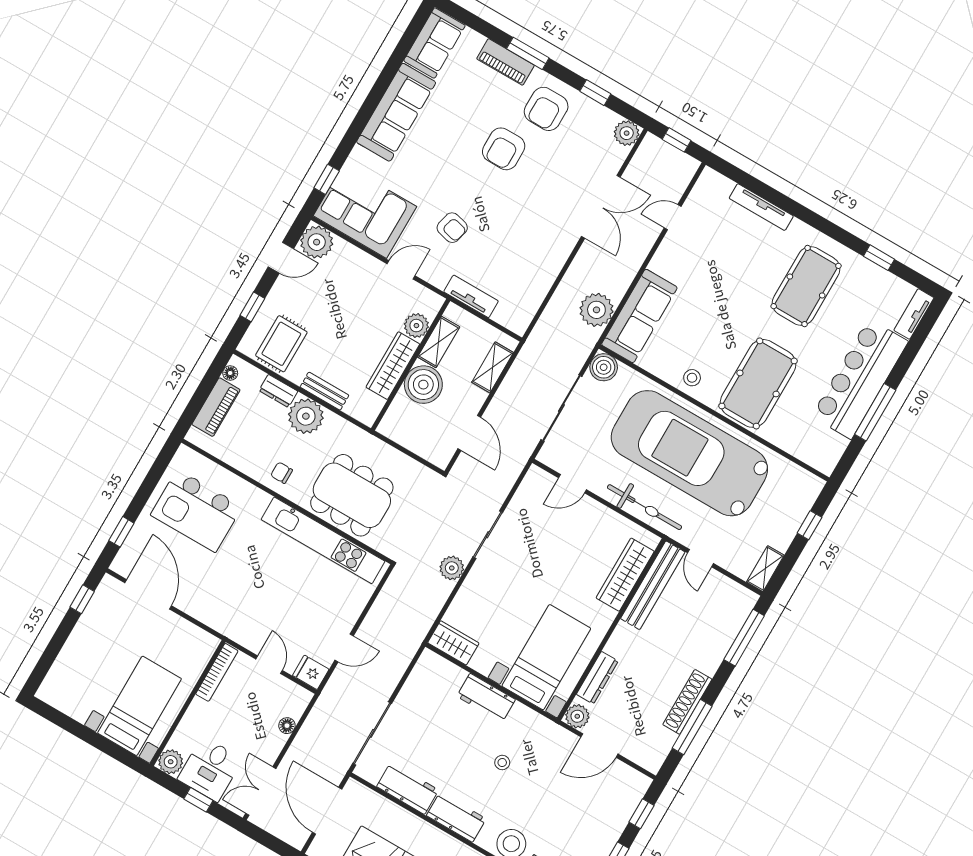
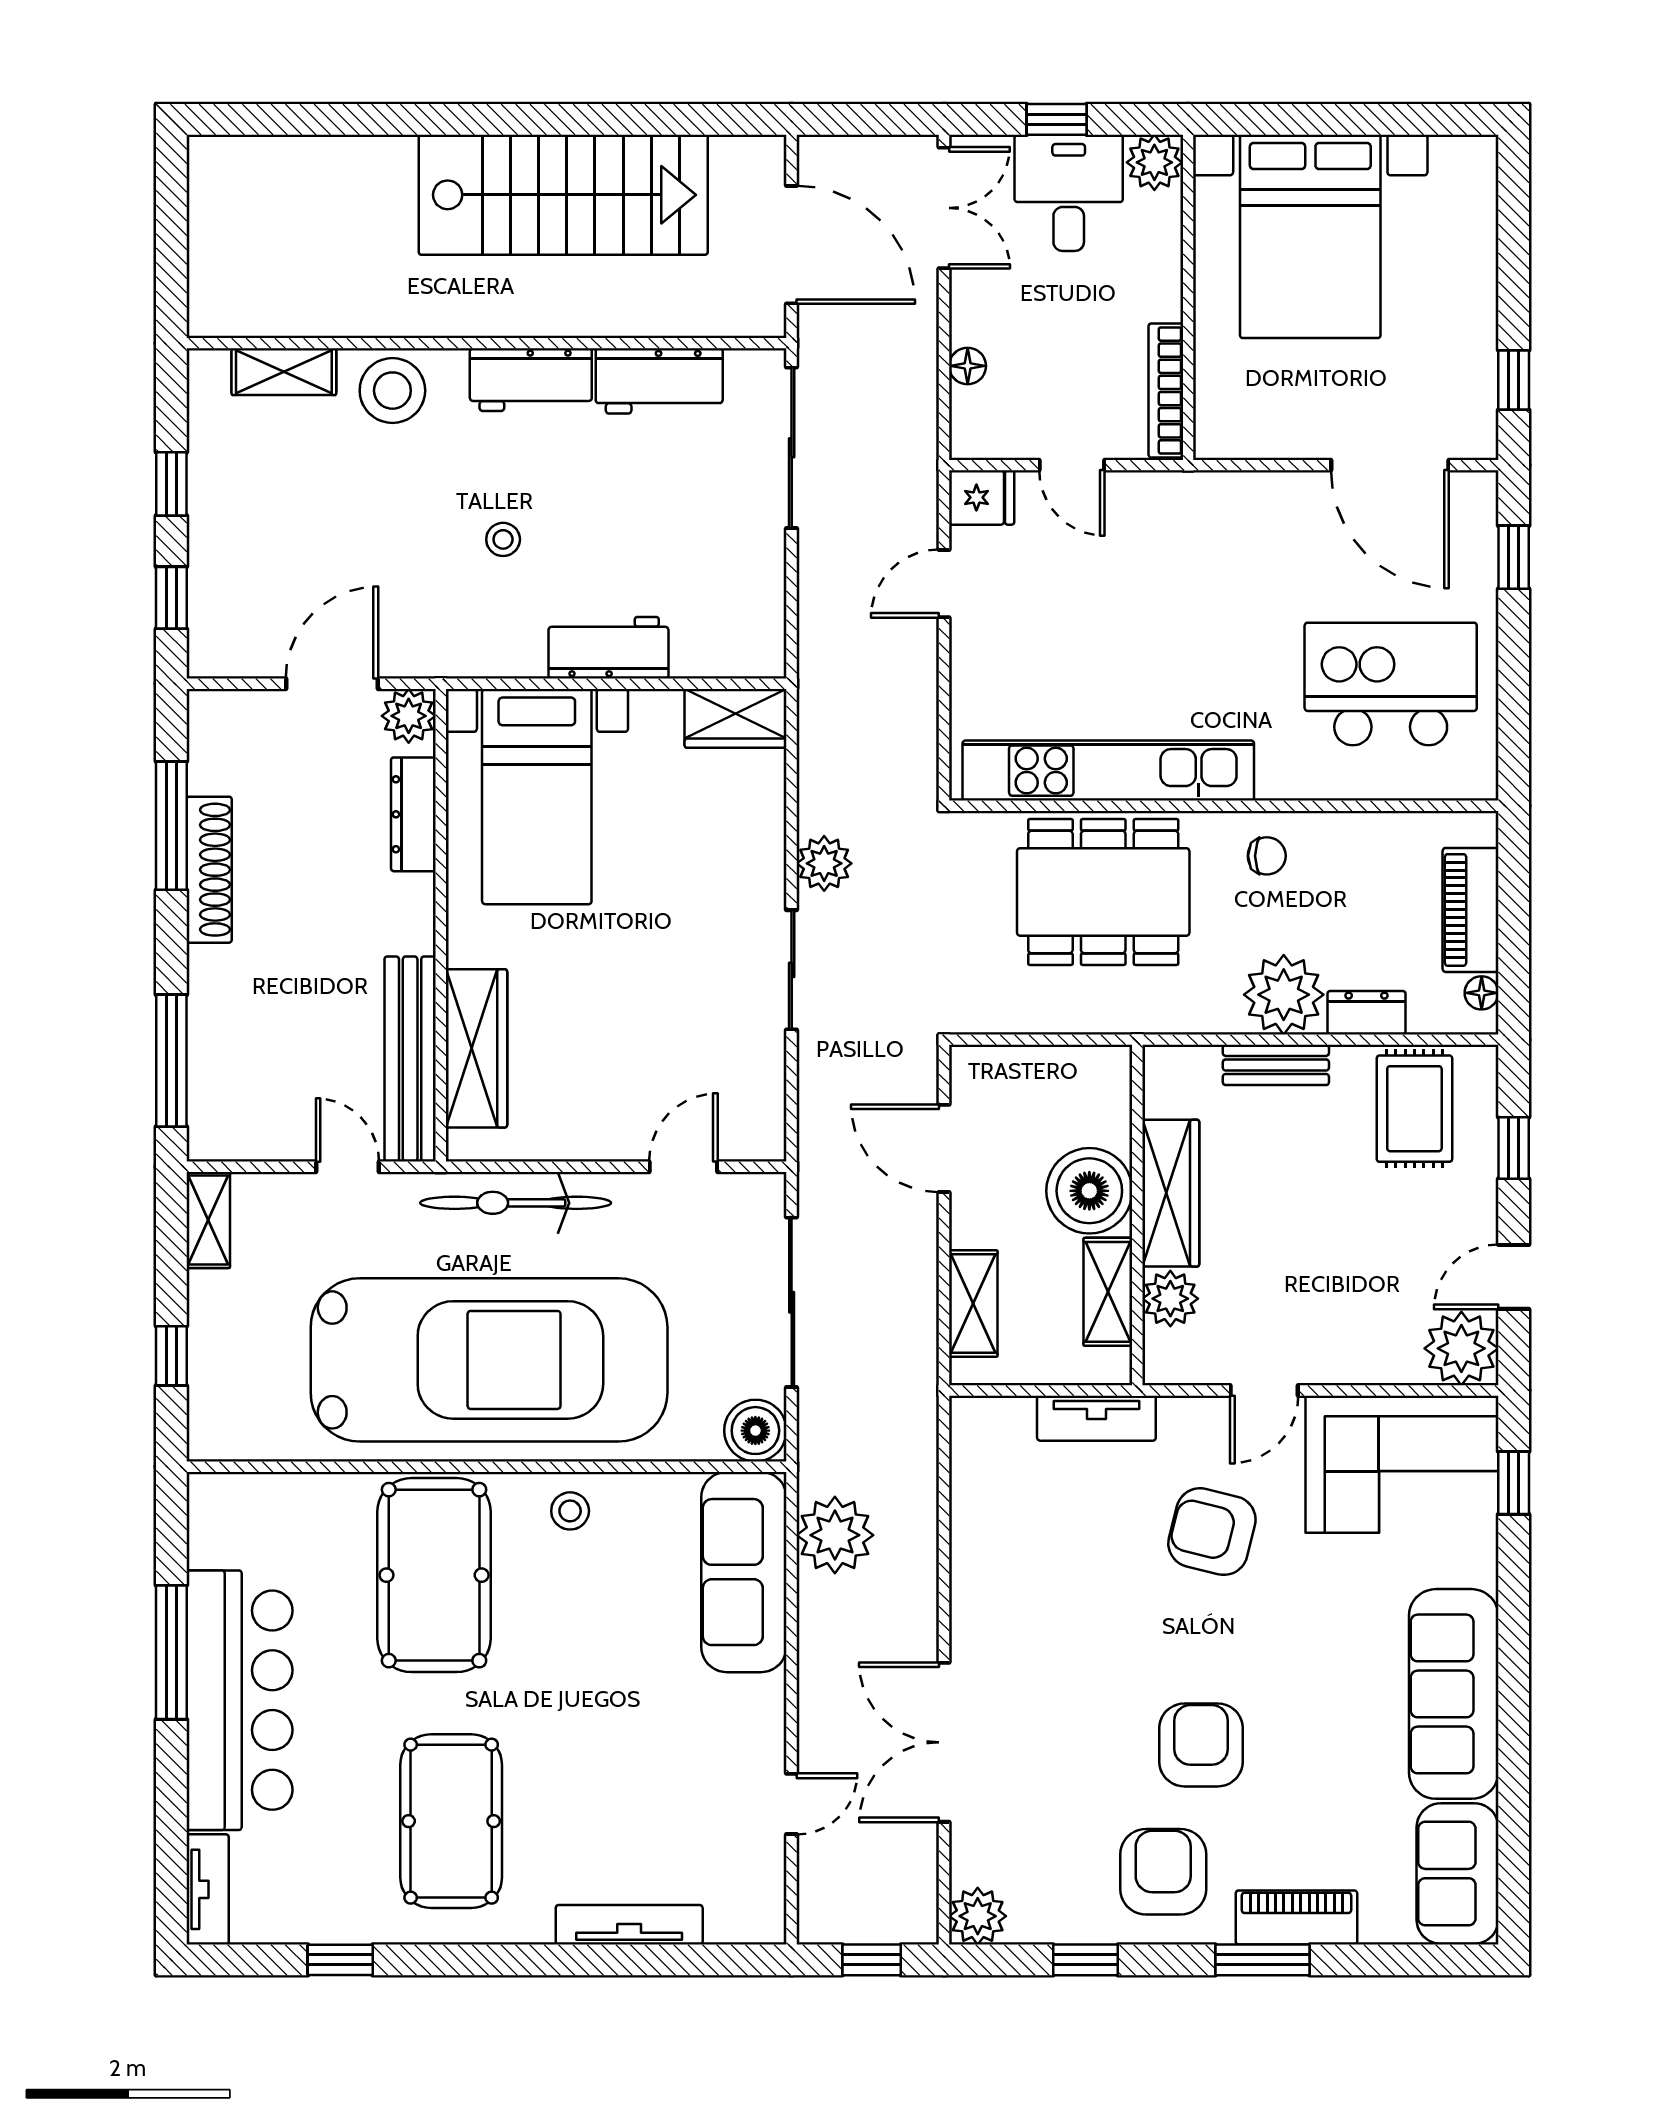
armchair: (452, 228) -> (1212, 1532), width x1.38, depth x1.38
bed with nightstands: (140, 706) -> (1310, 236), width x1.36

